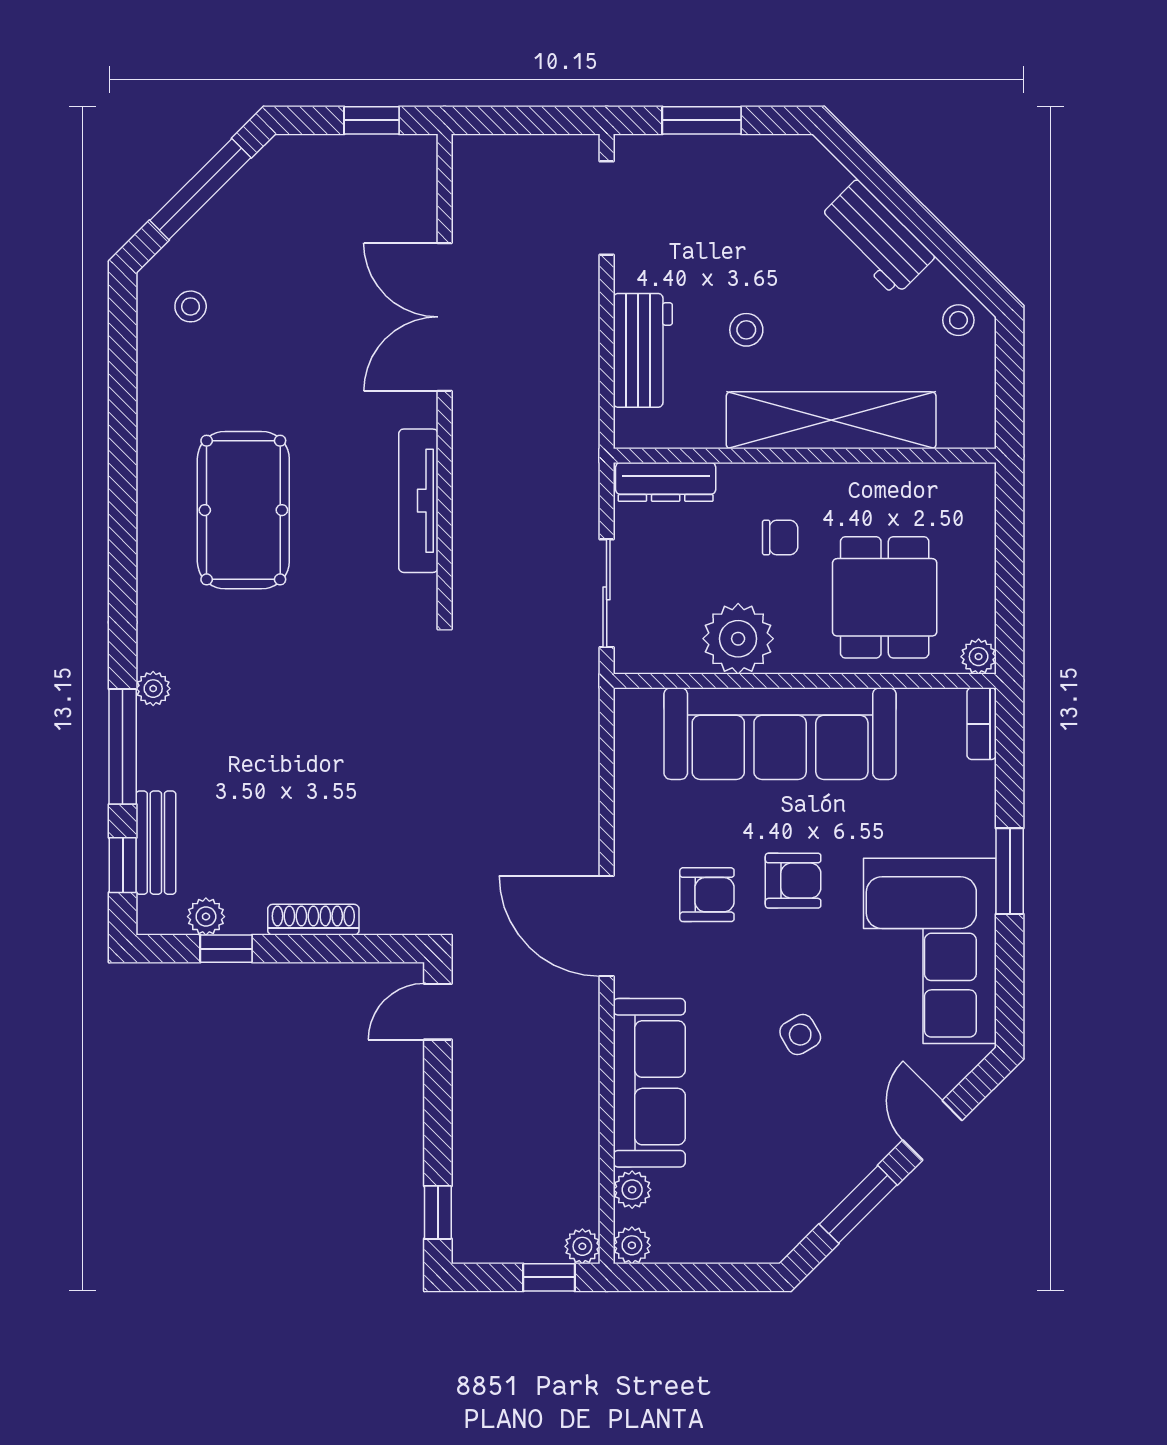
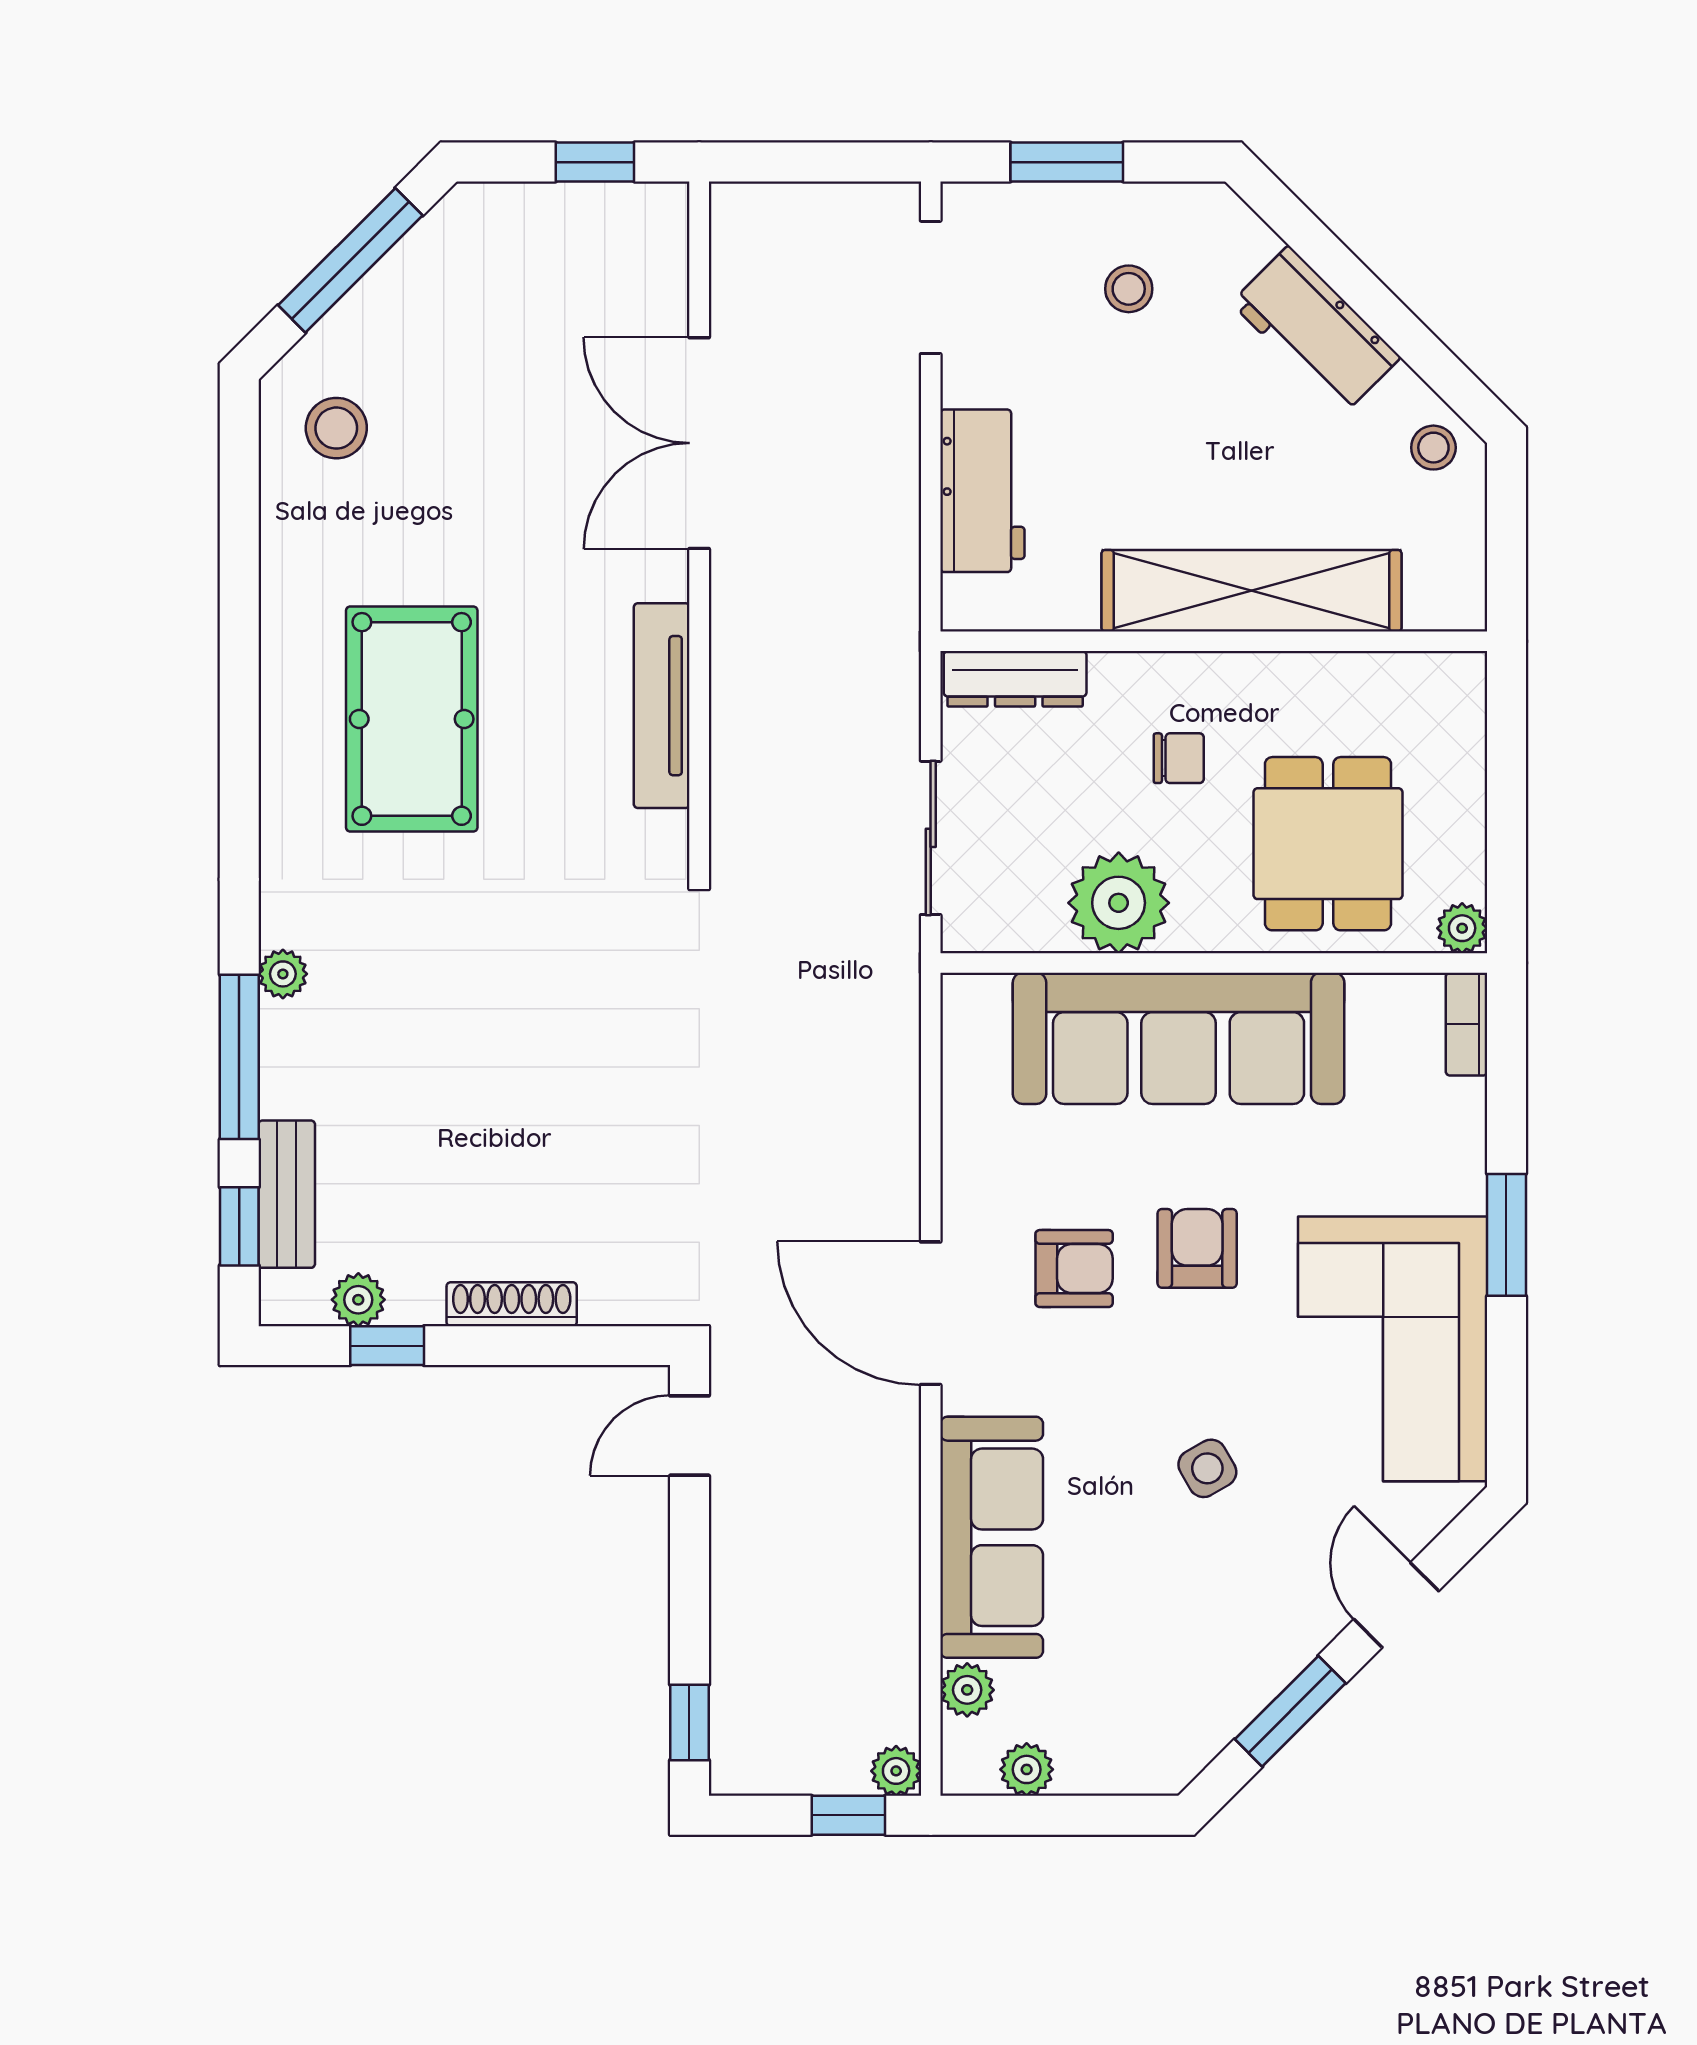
stool: (191, 306) -> (336, 428), width x1.37, depth x1.37
stool: (746, 330) -> (1129, 289), moved
armchair: (793, 881) -> (1197, 1248), turned -90
plant: (632, 1245) -> (1027, 1769), moved

